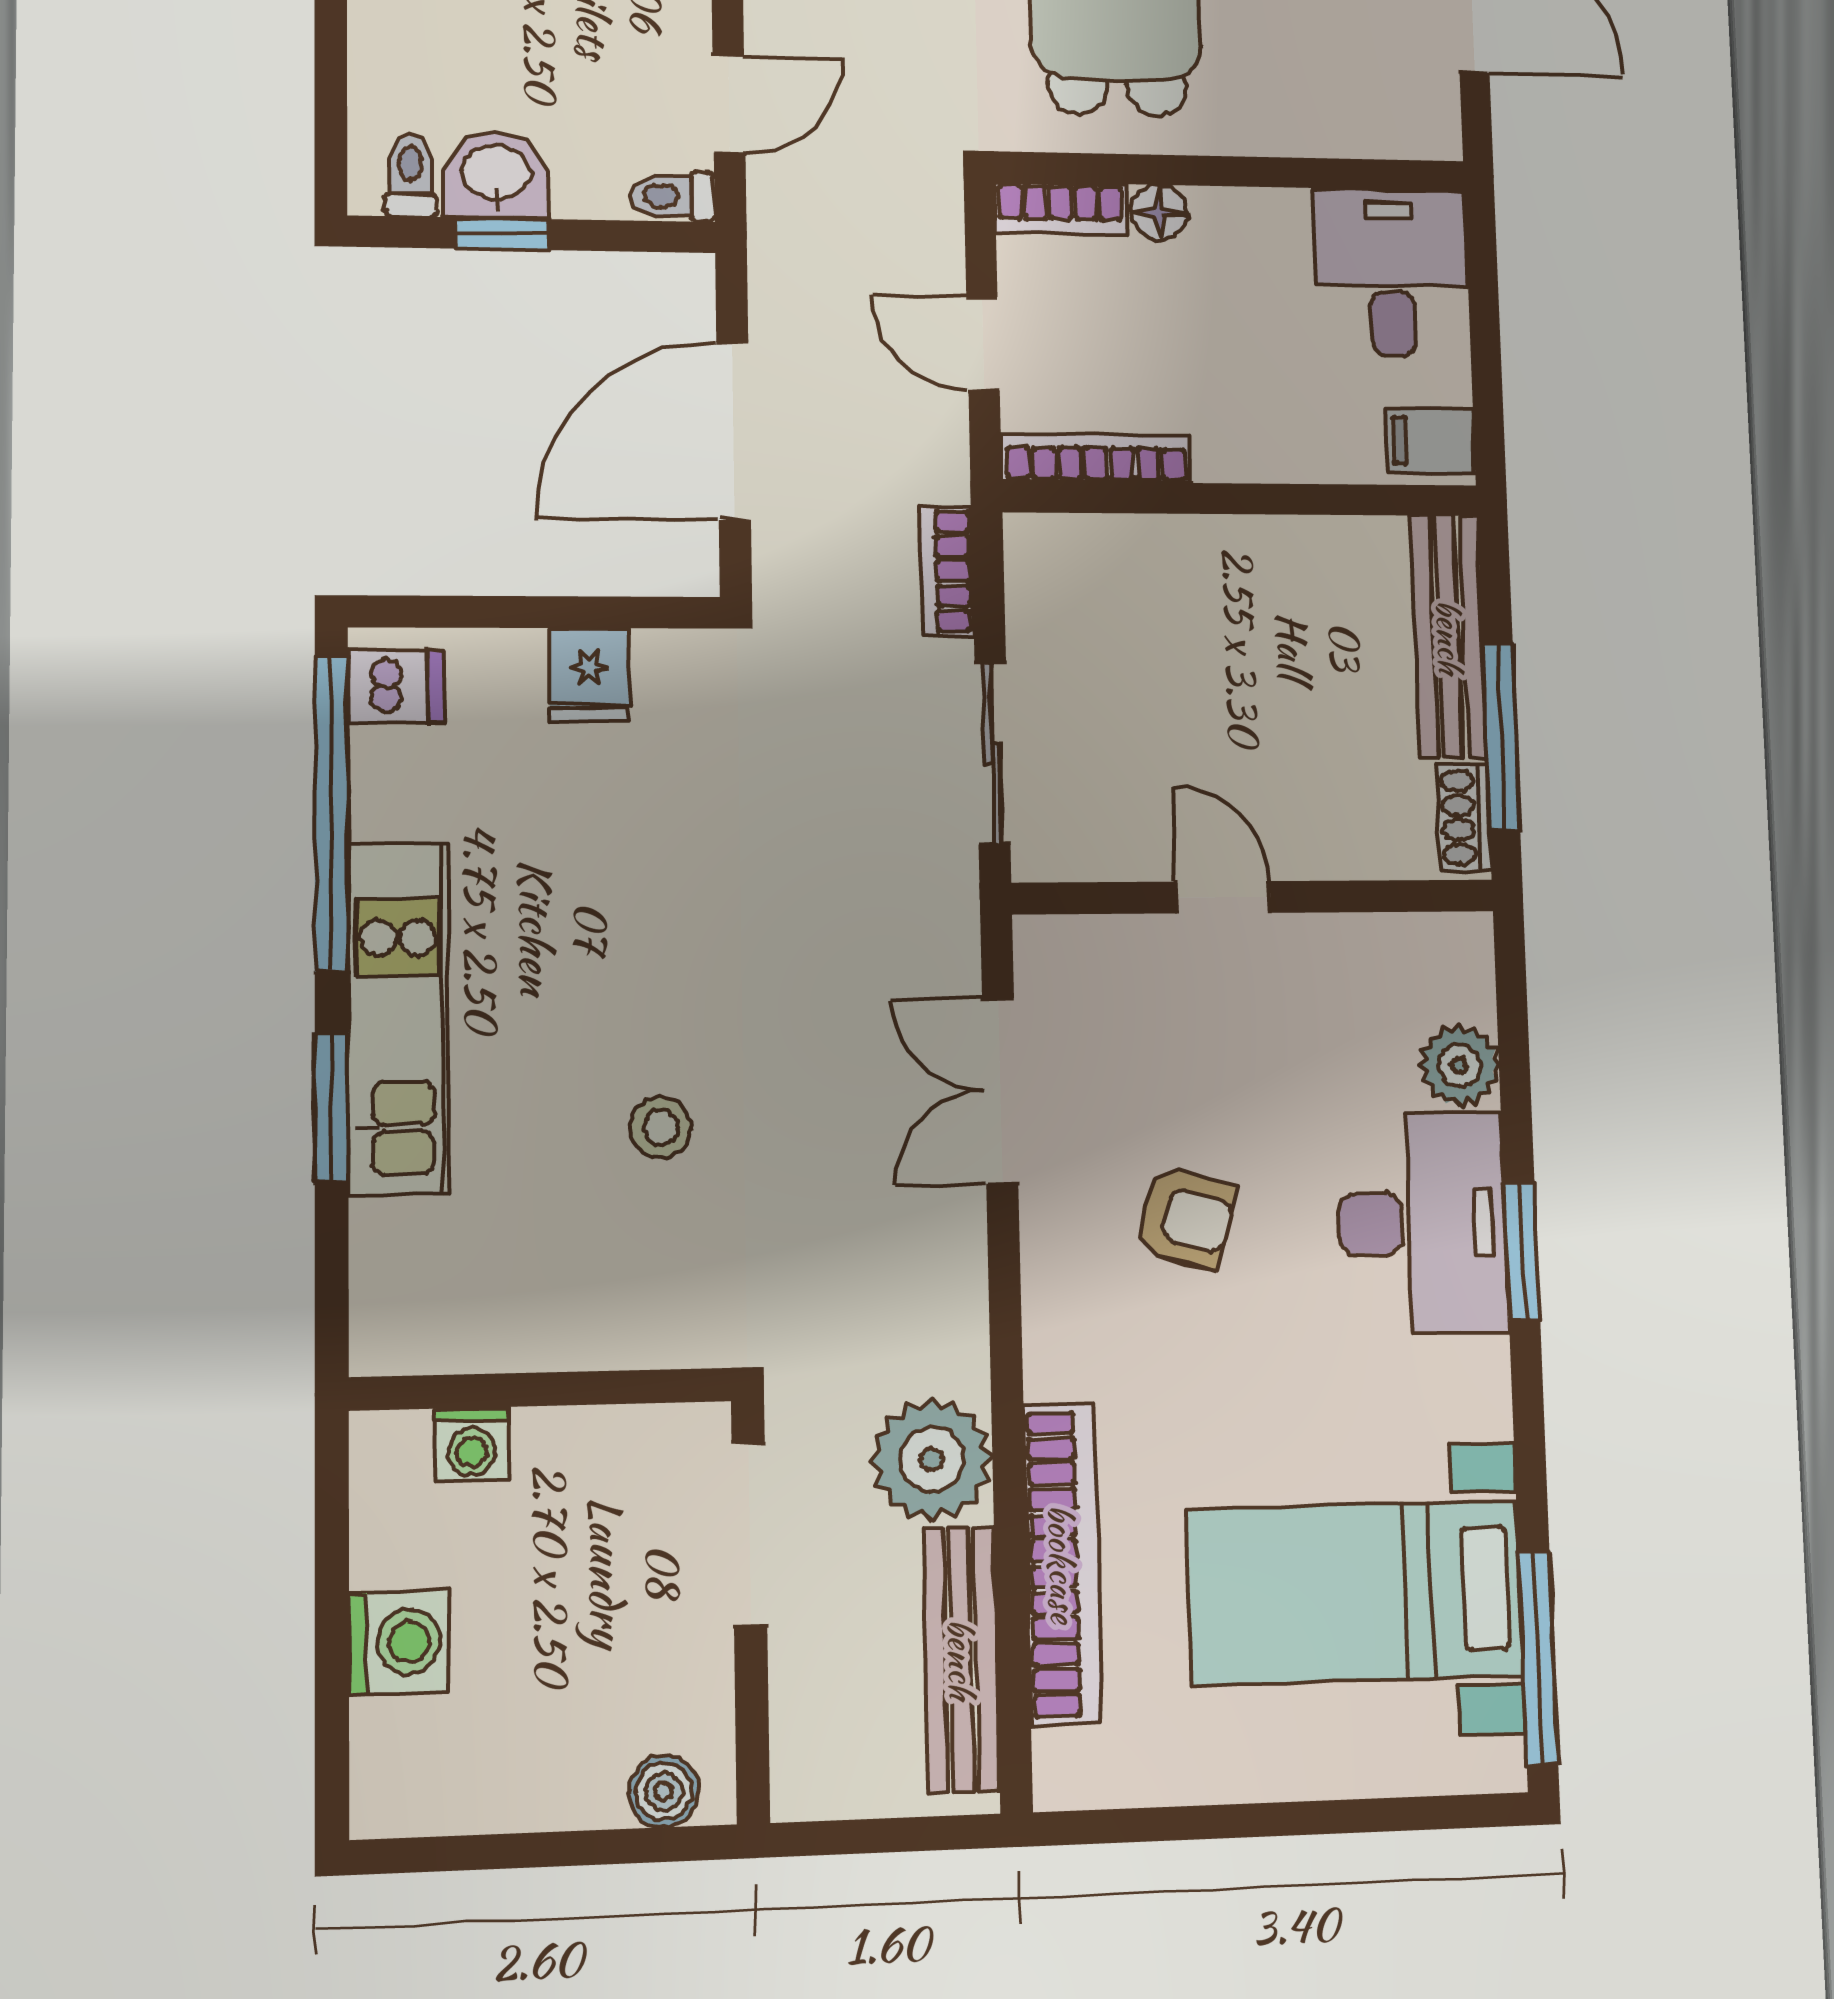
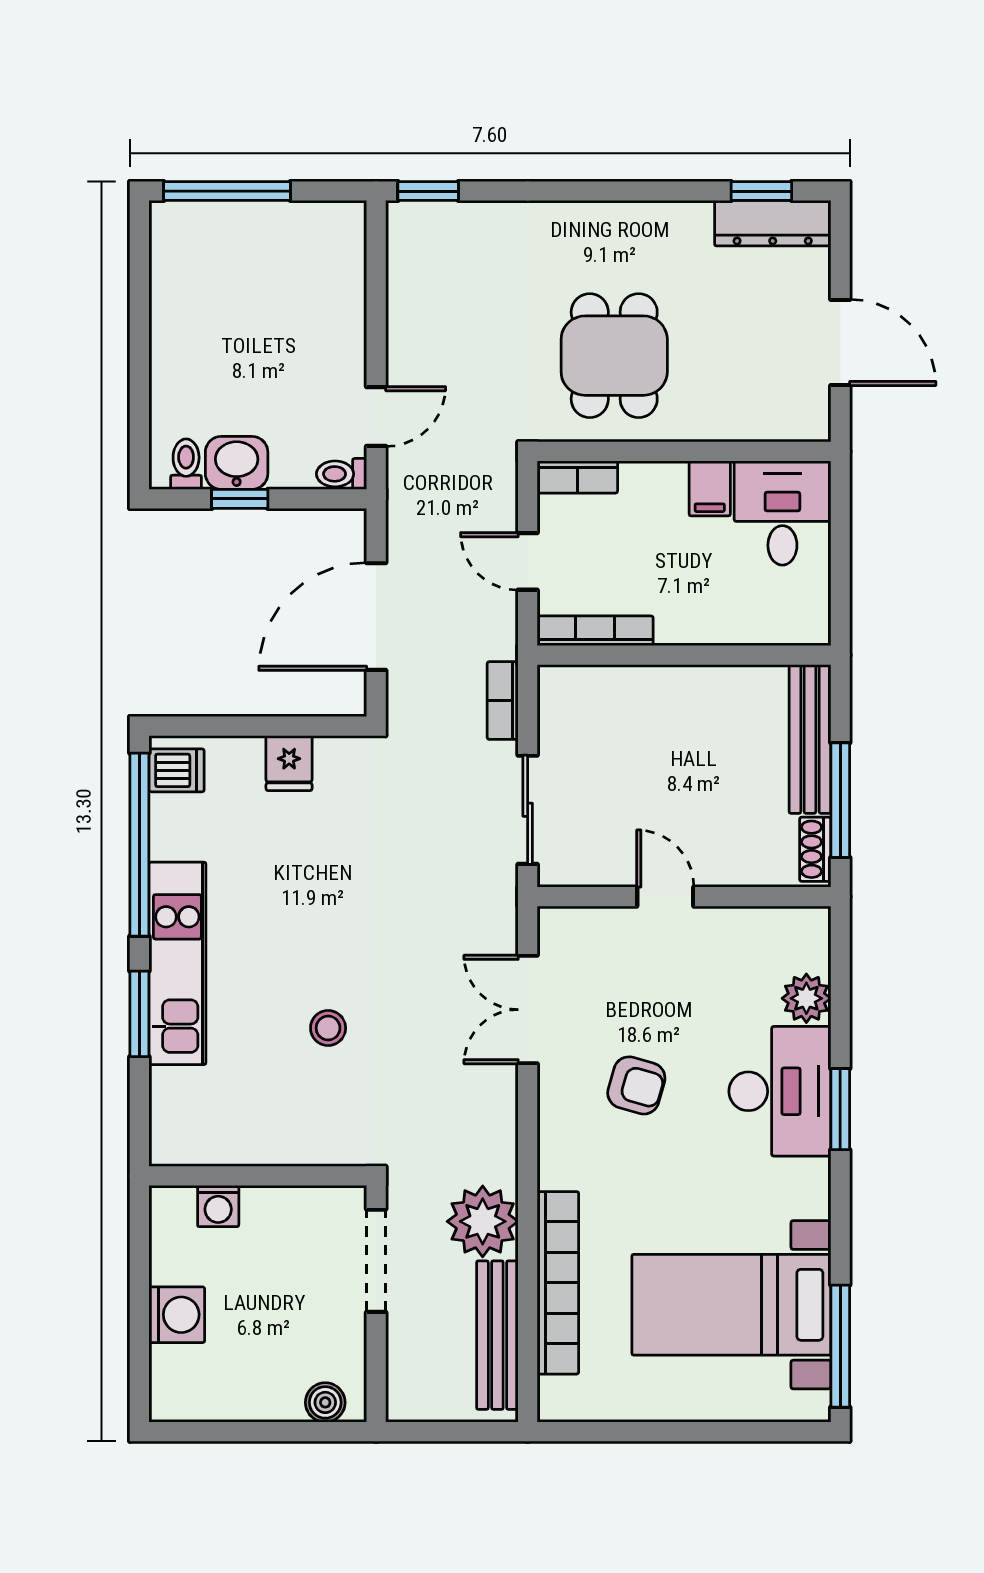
floor lamp: (1160, 212) -> (639, 478), removed
filing cabinet: (1431, 441) -> (710, 488), moved, turned -90

